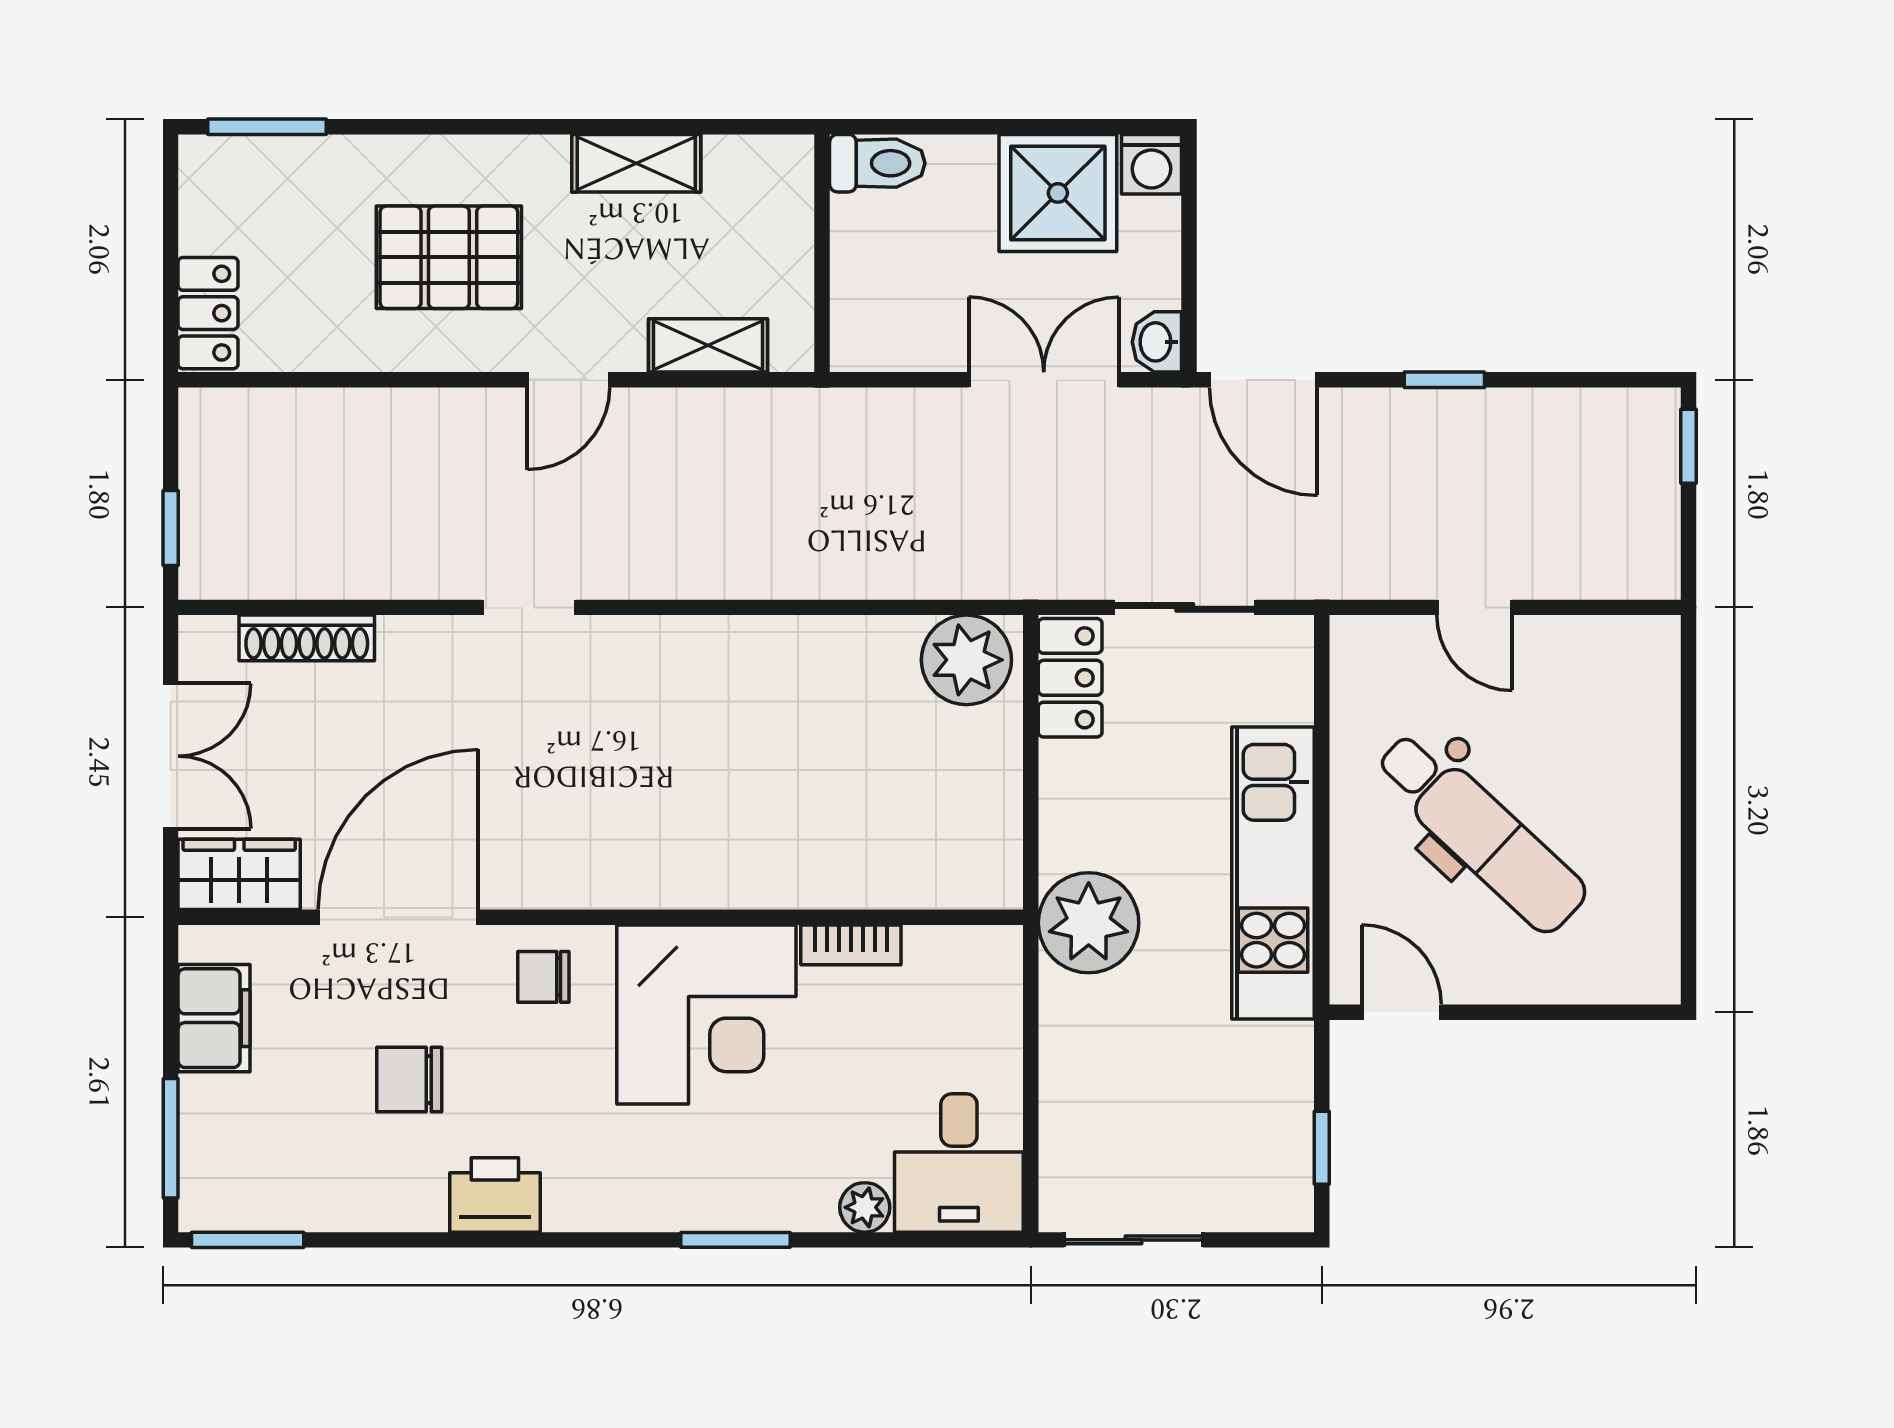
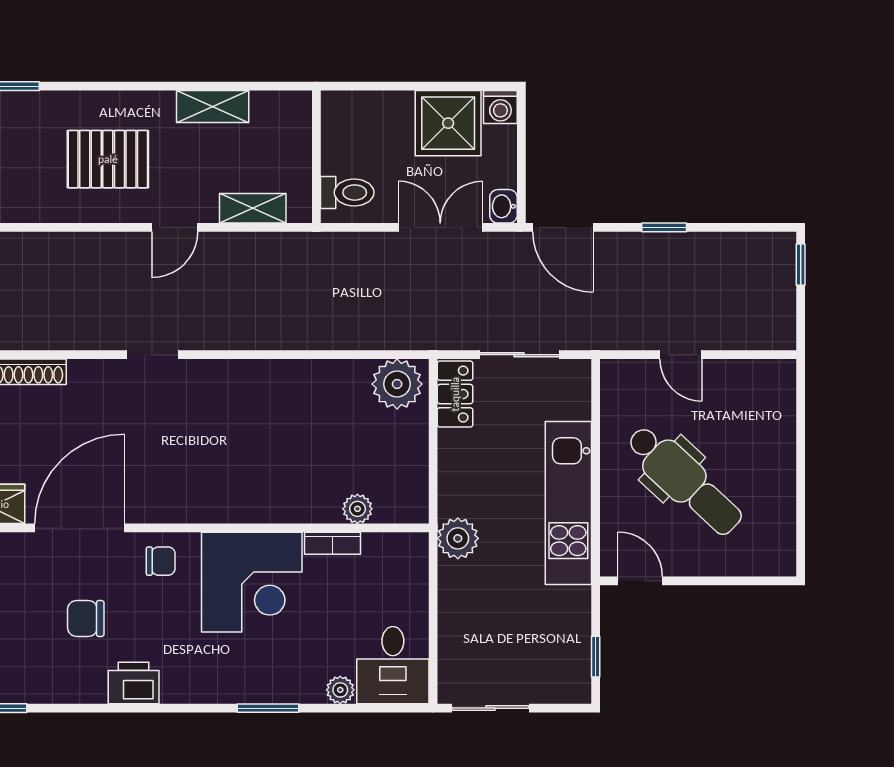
toilet: (877, 163) -> (347, 193), moved
plant: (896, 883) -> (357, 509), added
plant: (1089, 923) -> (458, 538), width x0.73, depth x0.73
chair: (543, 977) -> (161, 561), turned 180

